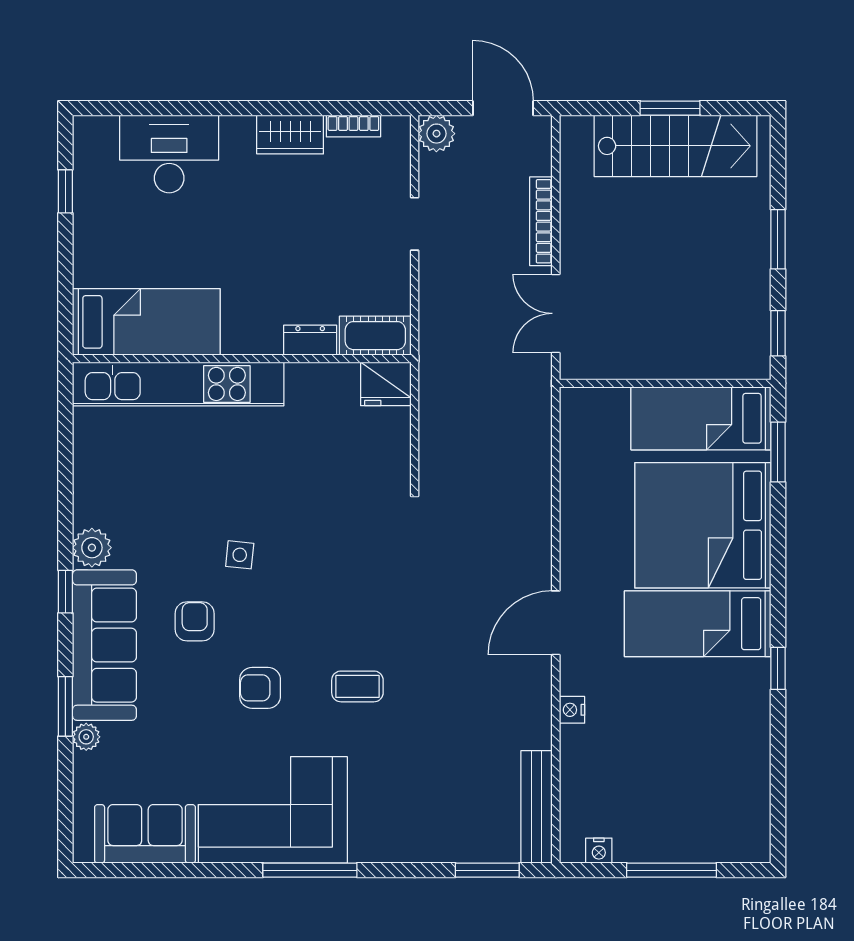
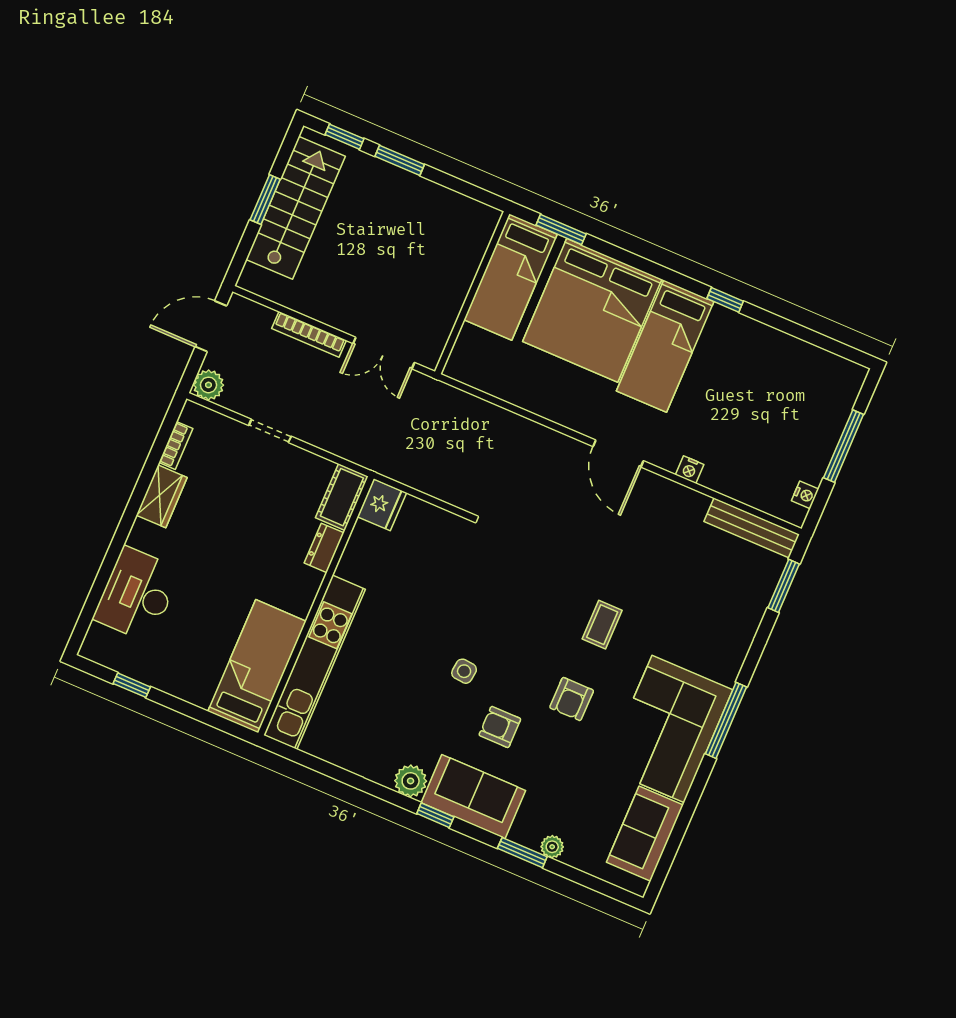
window: (778, 333) -> (345, 137), moved
sofa: (104, 645) -> (473, 797), width x0.73

